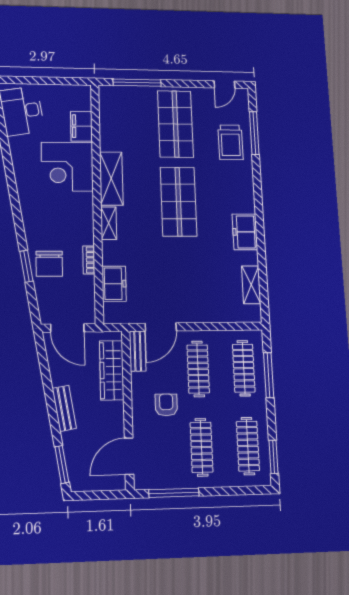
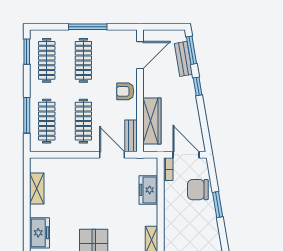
bookcase: (89, 260) -> (168, 169), moved
chair: (49, 264) -> (198, 190), moved, turned -90
door: (161, 327) -> (112, 155), hinge flipped
armchair: (166, 405) -> (125, 91), moved, turned 90
bench: (64, 408) -> (183, 59), moved
window: (53, 417) -> (198, 86), added
window: (174, 493) -> (88, 27), moved

